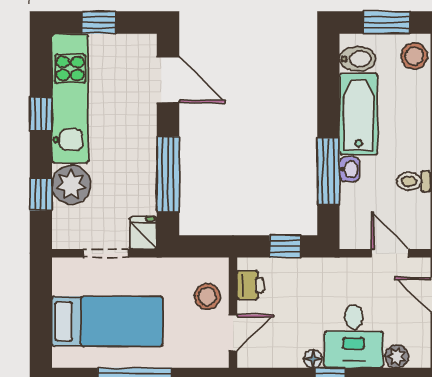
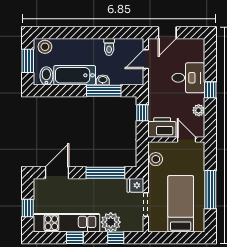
printer: (250, 285) -> (162, 127), width x1.87, depth x1.48
stool: (207, 296) -> (156, 159), moved
plant: (397, 356) -> (199, 110), moved
floor lamp: (313, 359) -> (200, 99), removed

